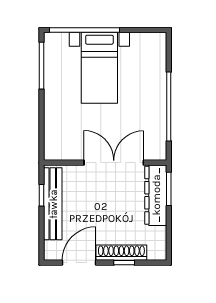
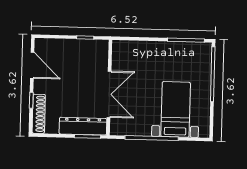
bed with nightstands: (99, 68) -> (176, 109), moved, turned 90
bench: (53, 204) -> (78, 46), removed
shoe rack: (121, 253) -> (39, 114), moved

